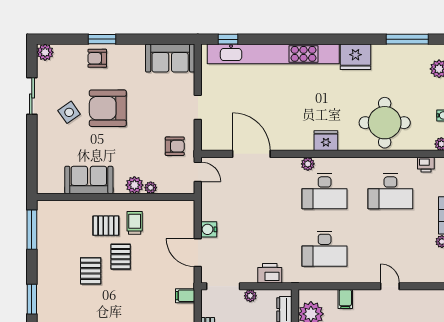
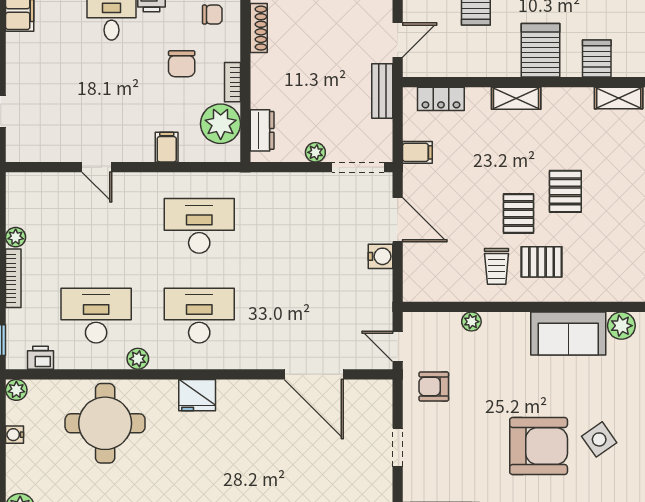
plant: (308, 164) -> (138, 359), moved
plant: (134, 185) -> (621, 326), moved
printer: (270, 273) -> (285, 187), removed

